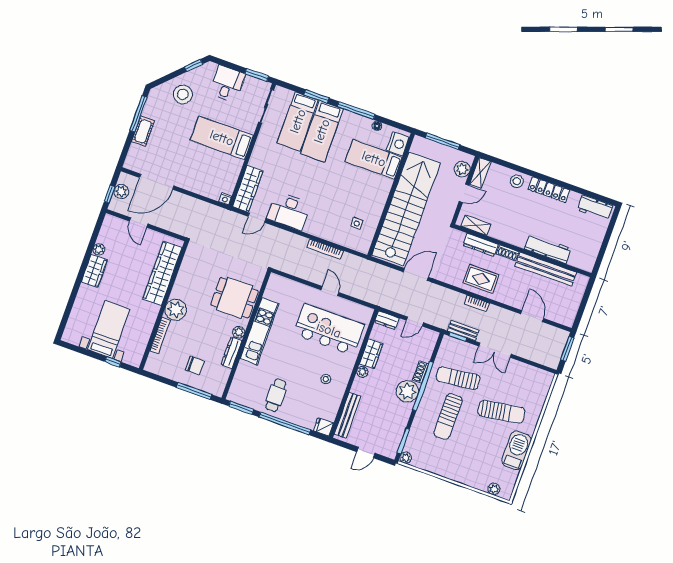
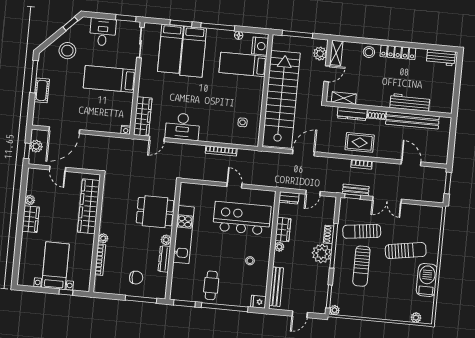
plant: (176, 310) -> (103, 238), width x0.53, depth x0.53

